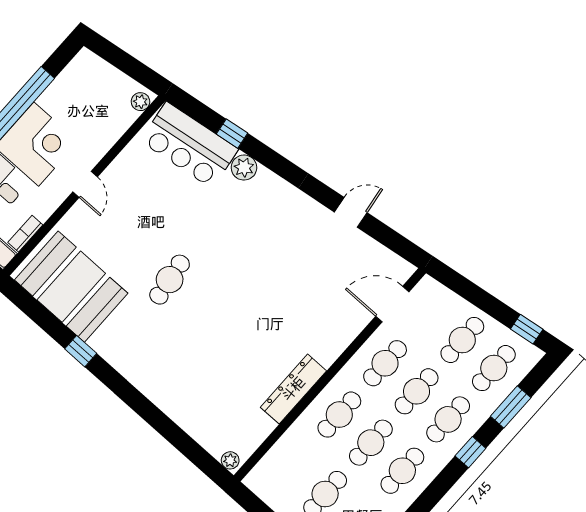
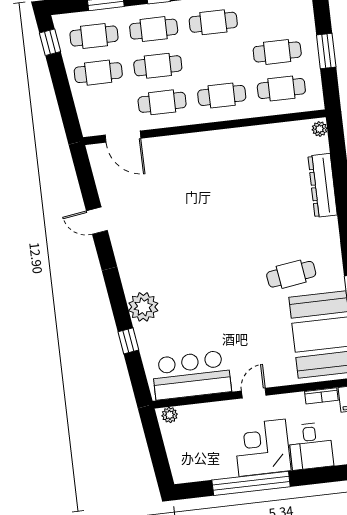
bar counter: (189, 145) -> (191, 375), moved, turned -82
plant: (244, 168) -> (143, 307), width x1.36, depth x1.36
cafe table: (170, 280) -> (291, 274), moved
dresser: (293, 389) -> (323, 185), moved, turned 90
cafe table: (371, 443) -> (281, 89), moved

